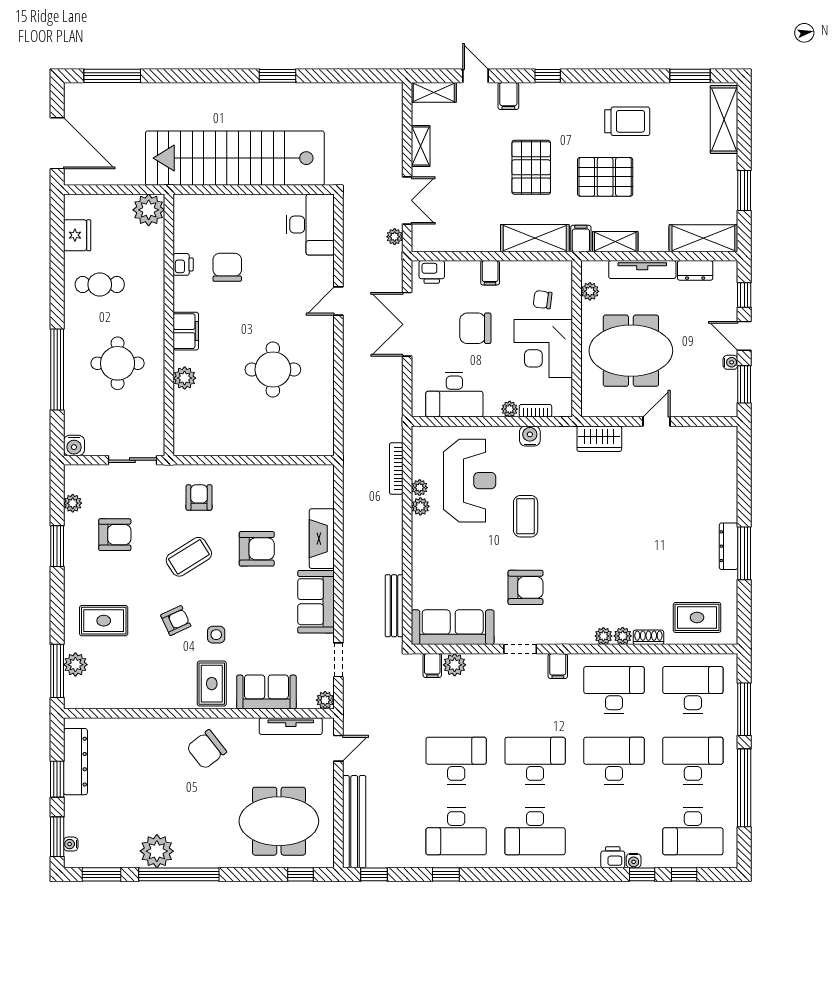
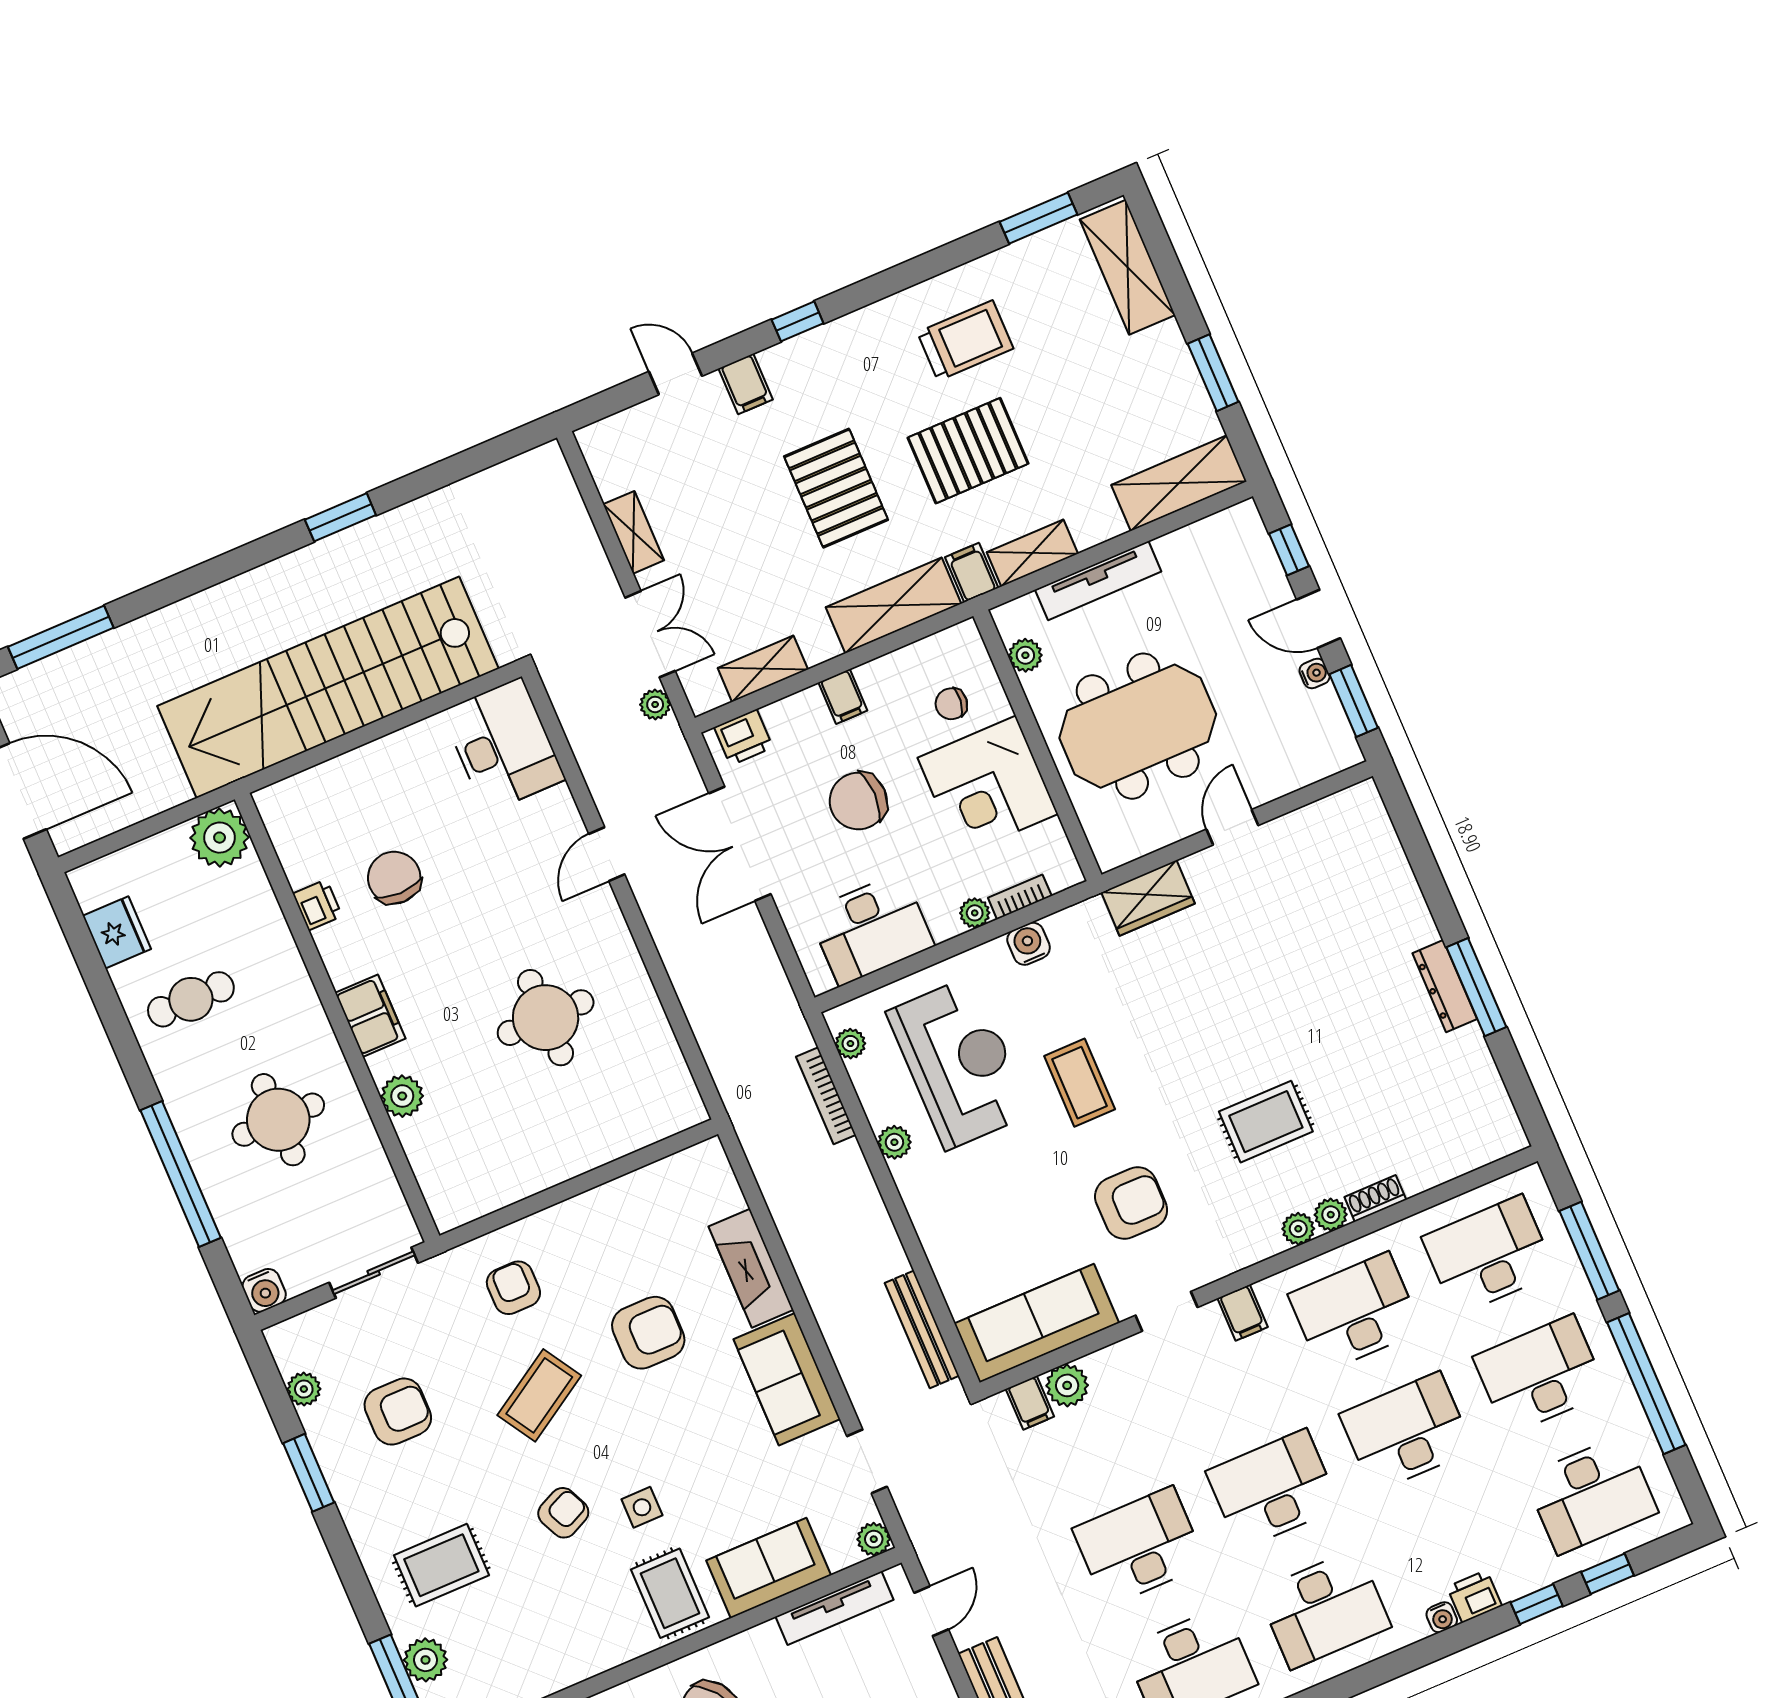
shelving: (434, 92) -> (763, 669), moved
dresser: (695, 270) -> (1188, 544), removed
plant: (420, 488) -> (850, 1044), moved
rug: (697, 617) -> (1266, 1122), moved
water cooler: (634, 861) -> (1442, 1617), moved

